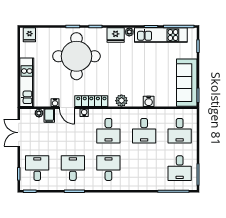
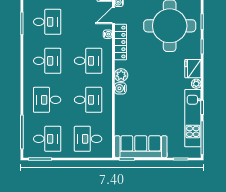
water cooler: (149, 101) -> (120, 88), moved
desk: (108, 131) -> (88, 61), turned 180
desk: (144, 131) -> (88, 100), turned 180
desk: (144, 168) -> (47, 100), added
desk: (180, 168) -> (47, 139), turned 180

